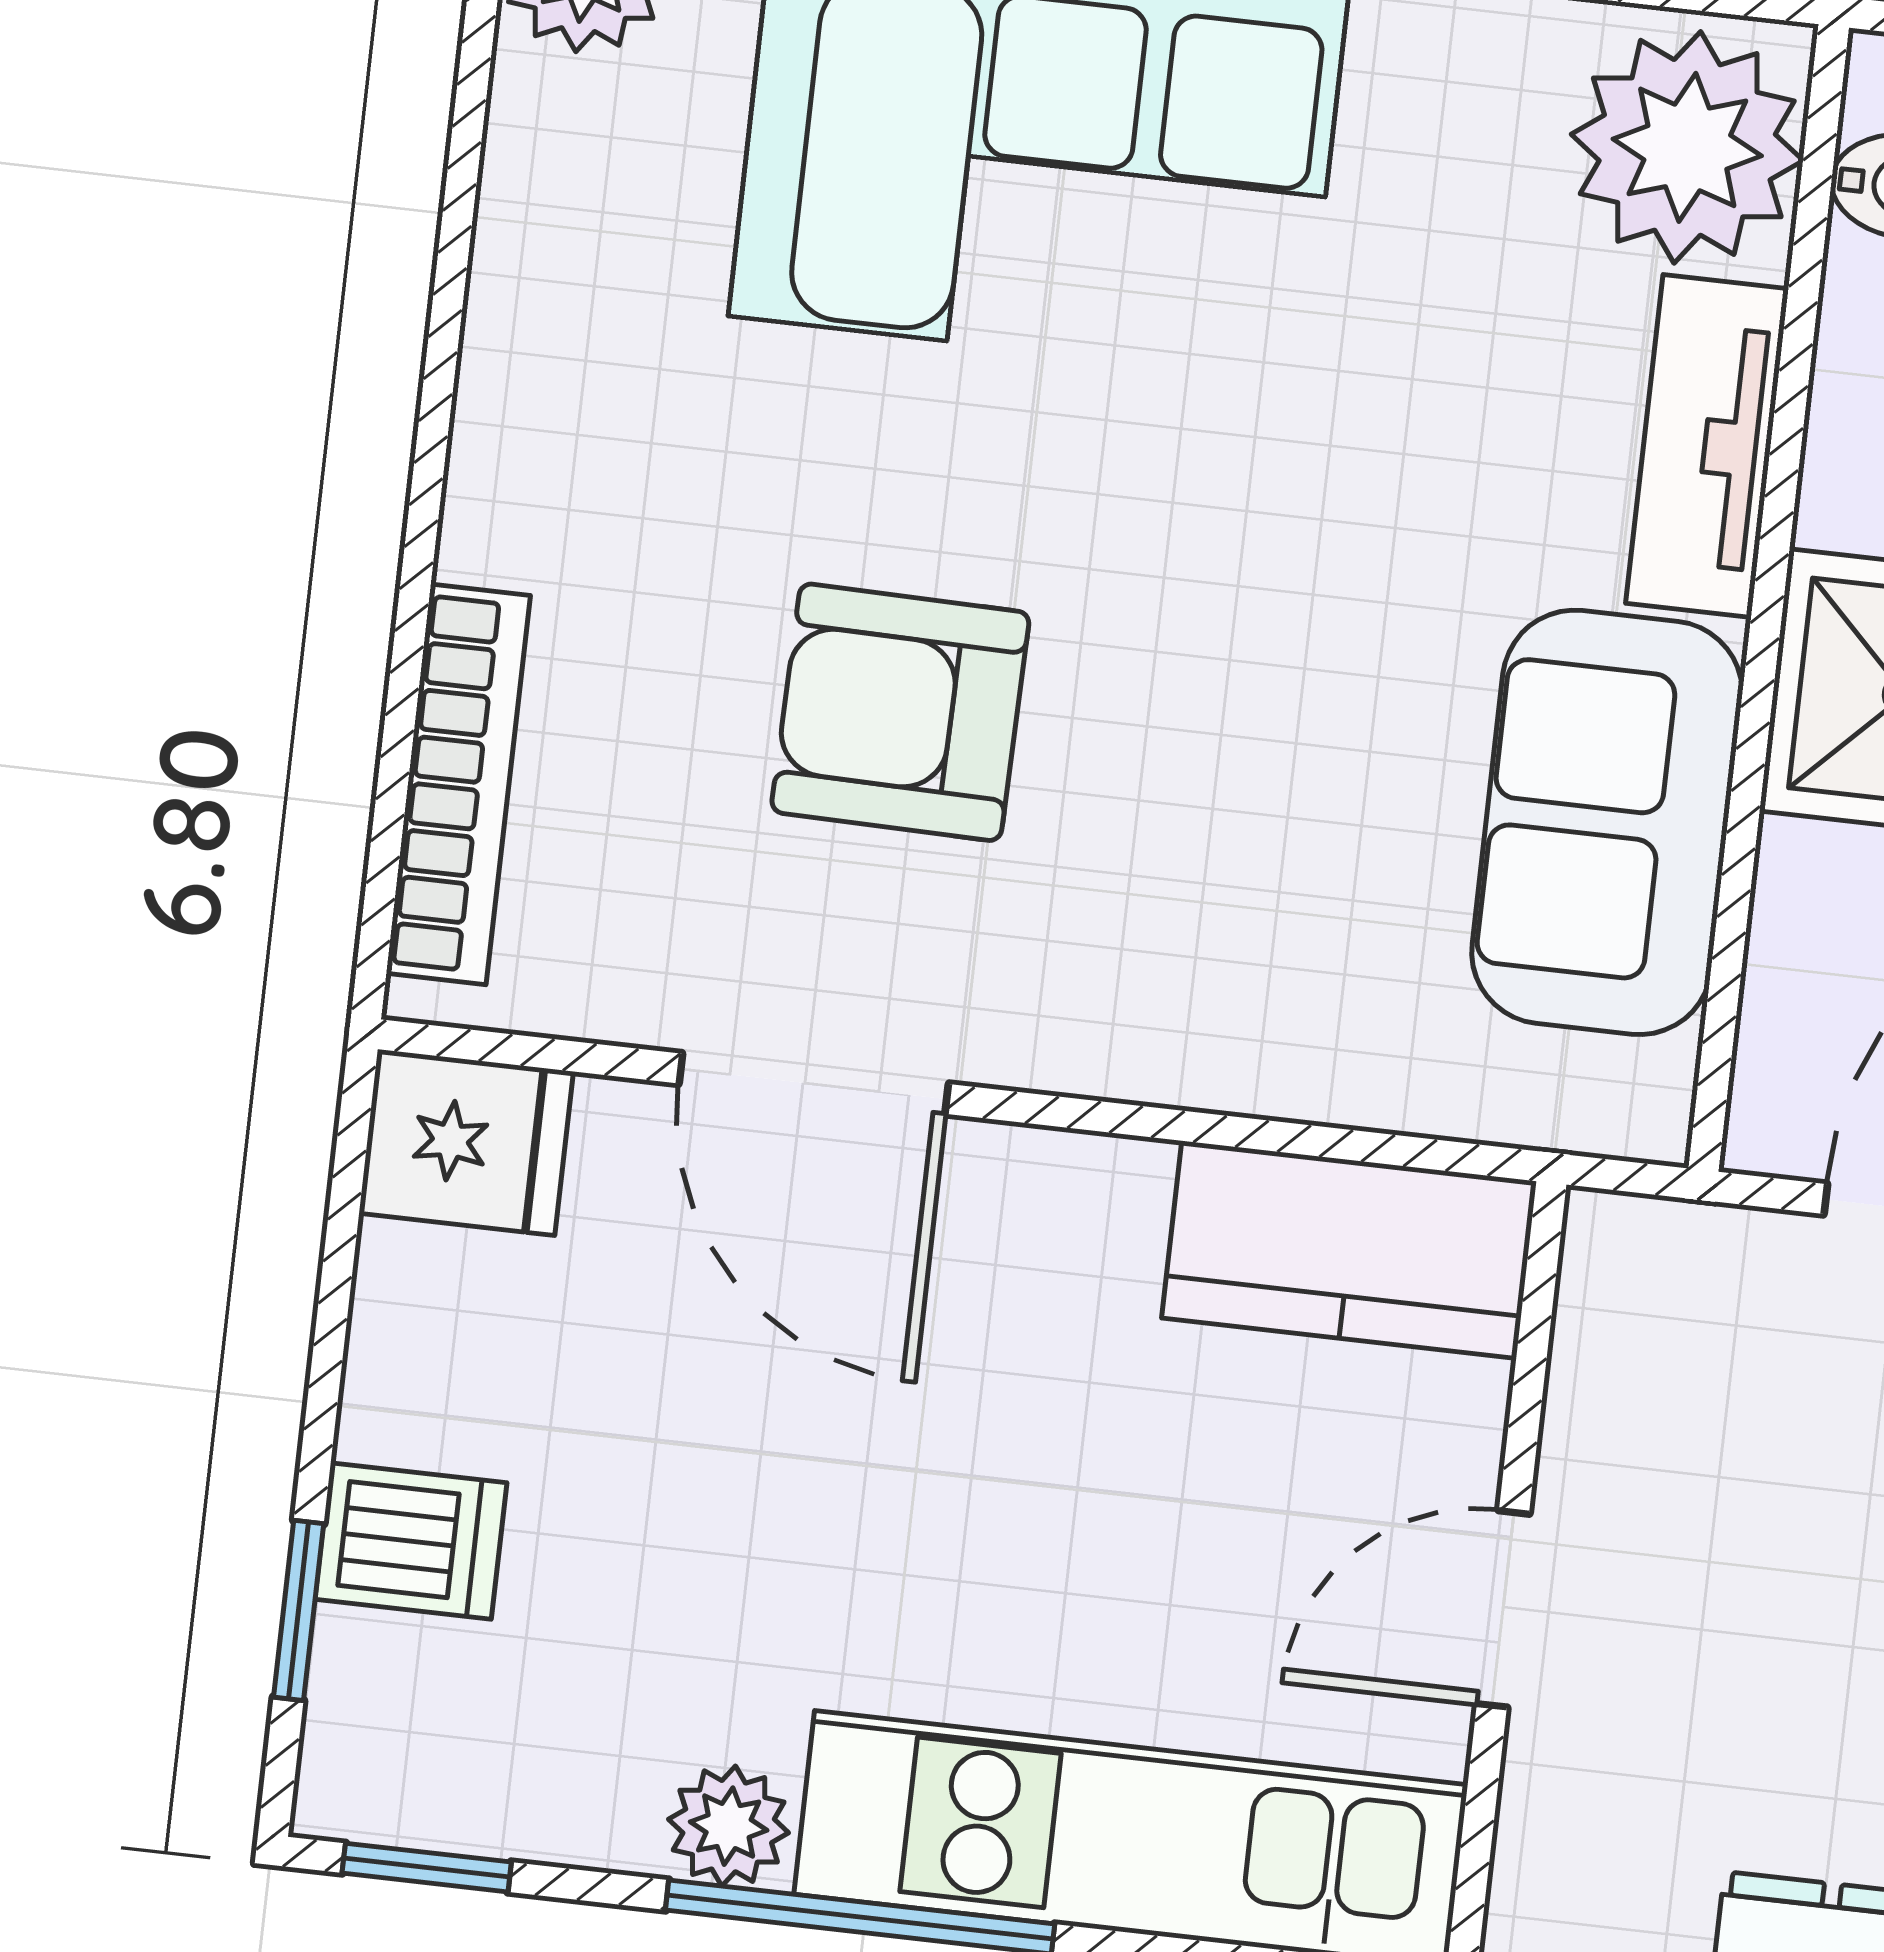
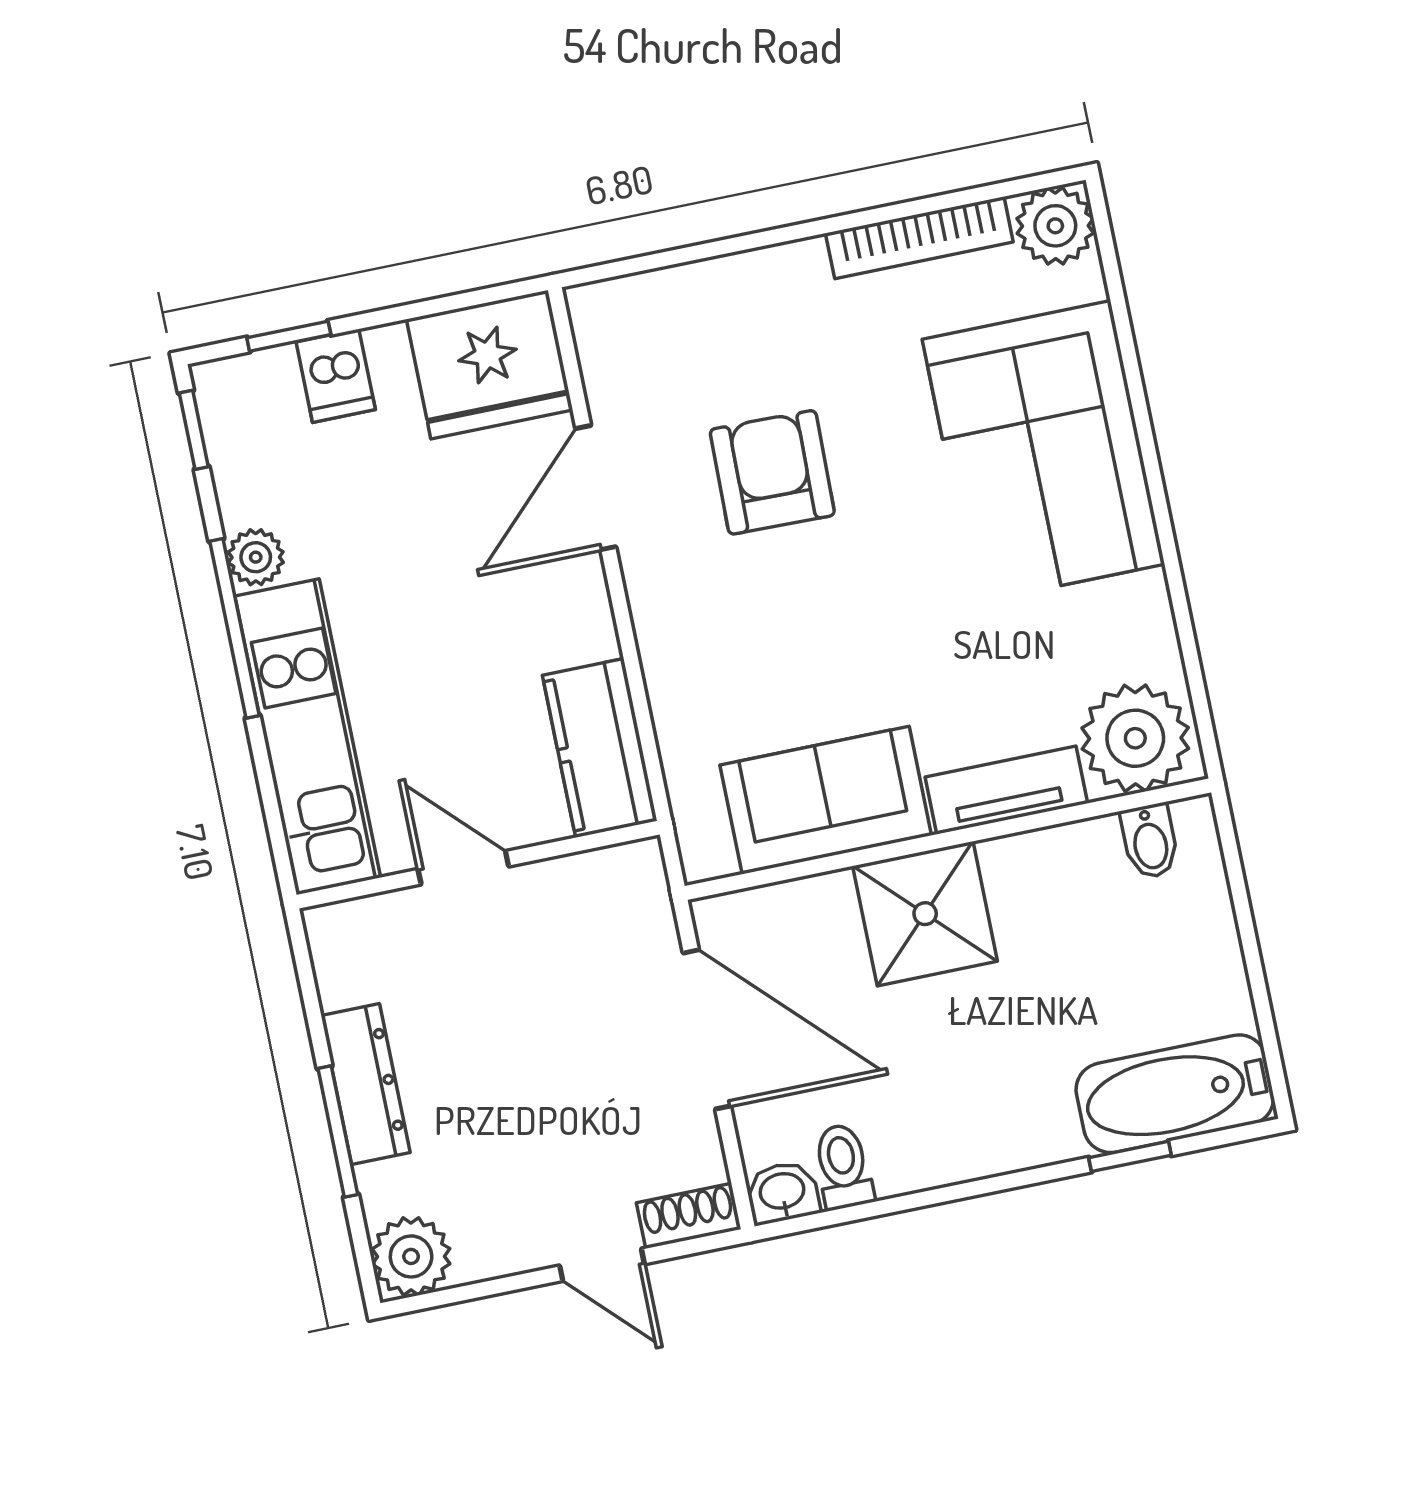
bookcase: (458, 784) -> (919, 238), moved
fridge: (466, 1142) -> (490, 365), width x1.88, depth x1.34

